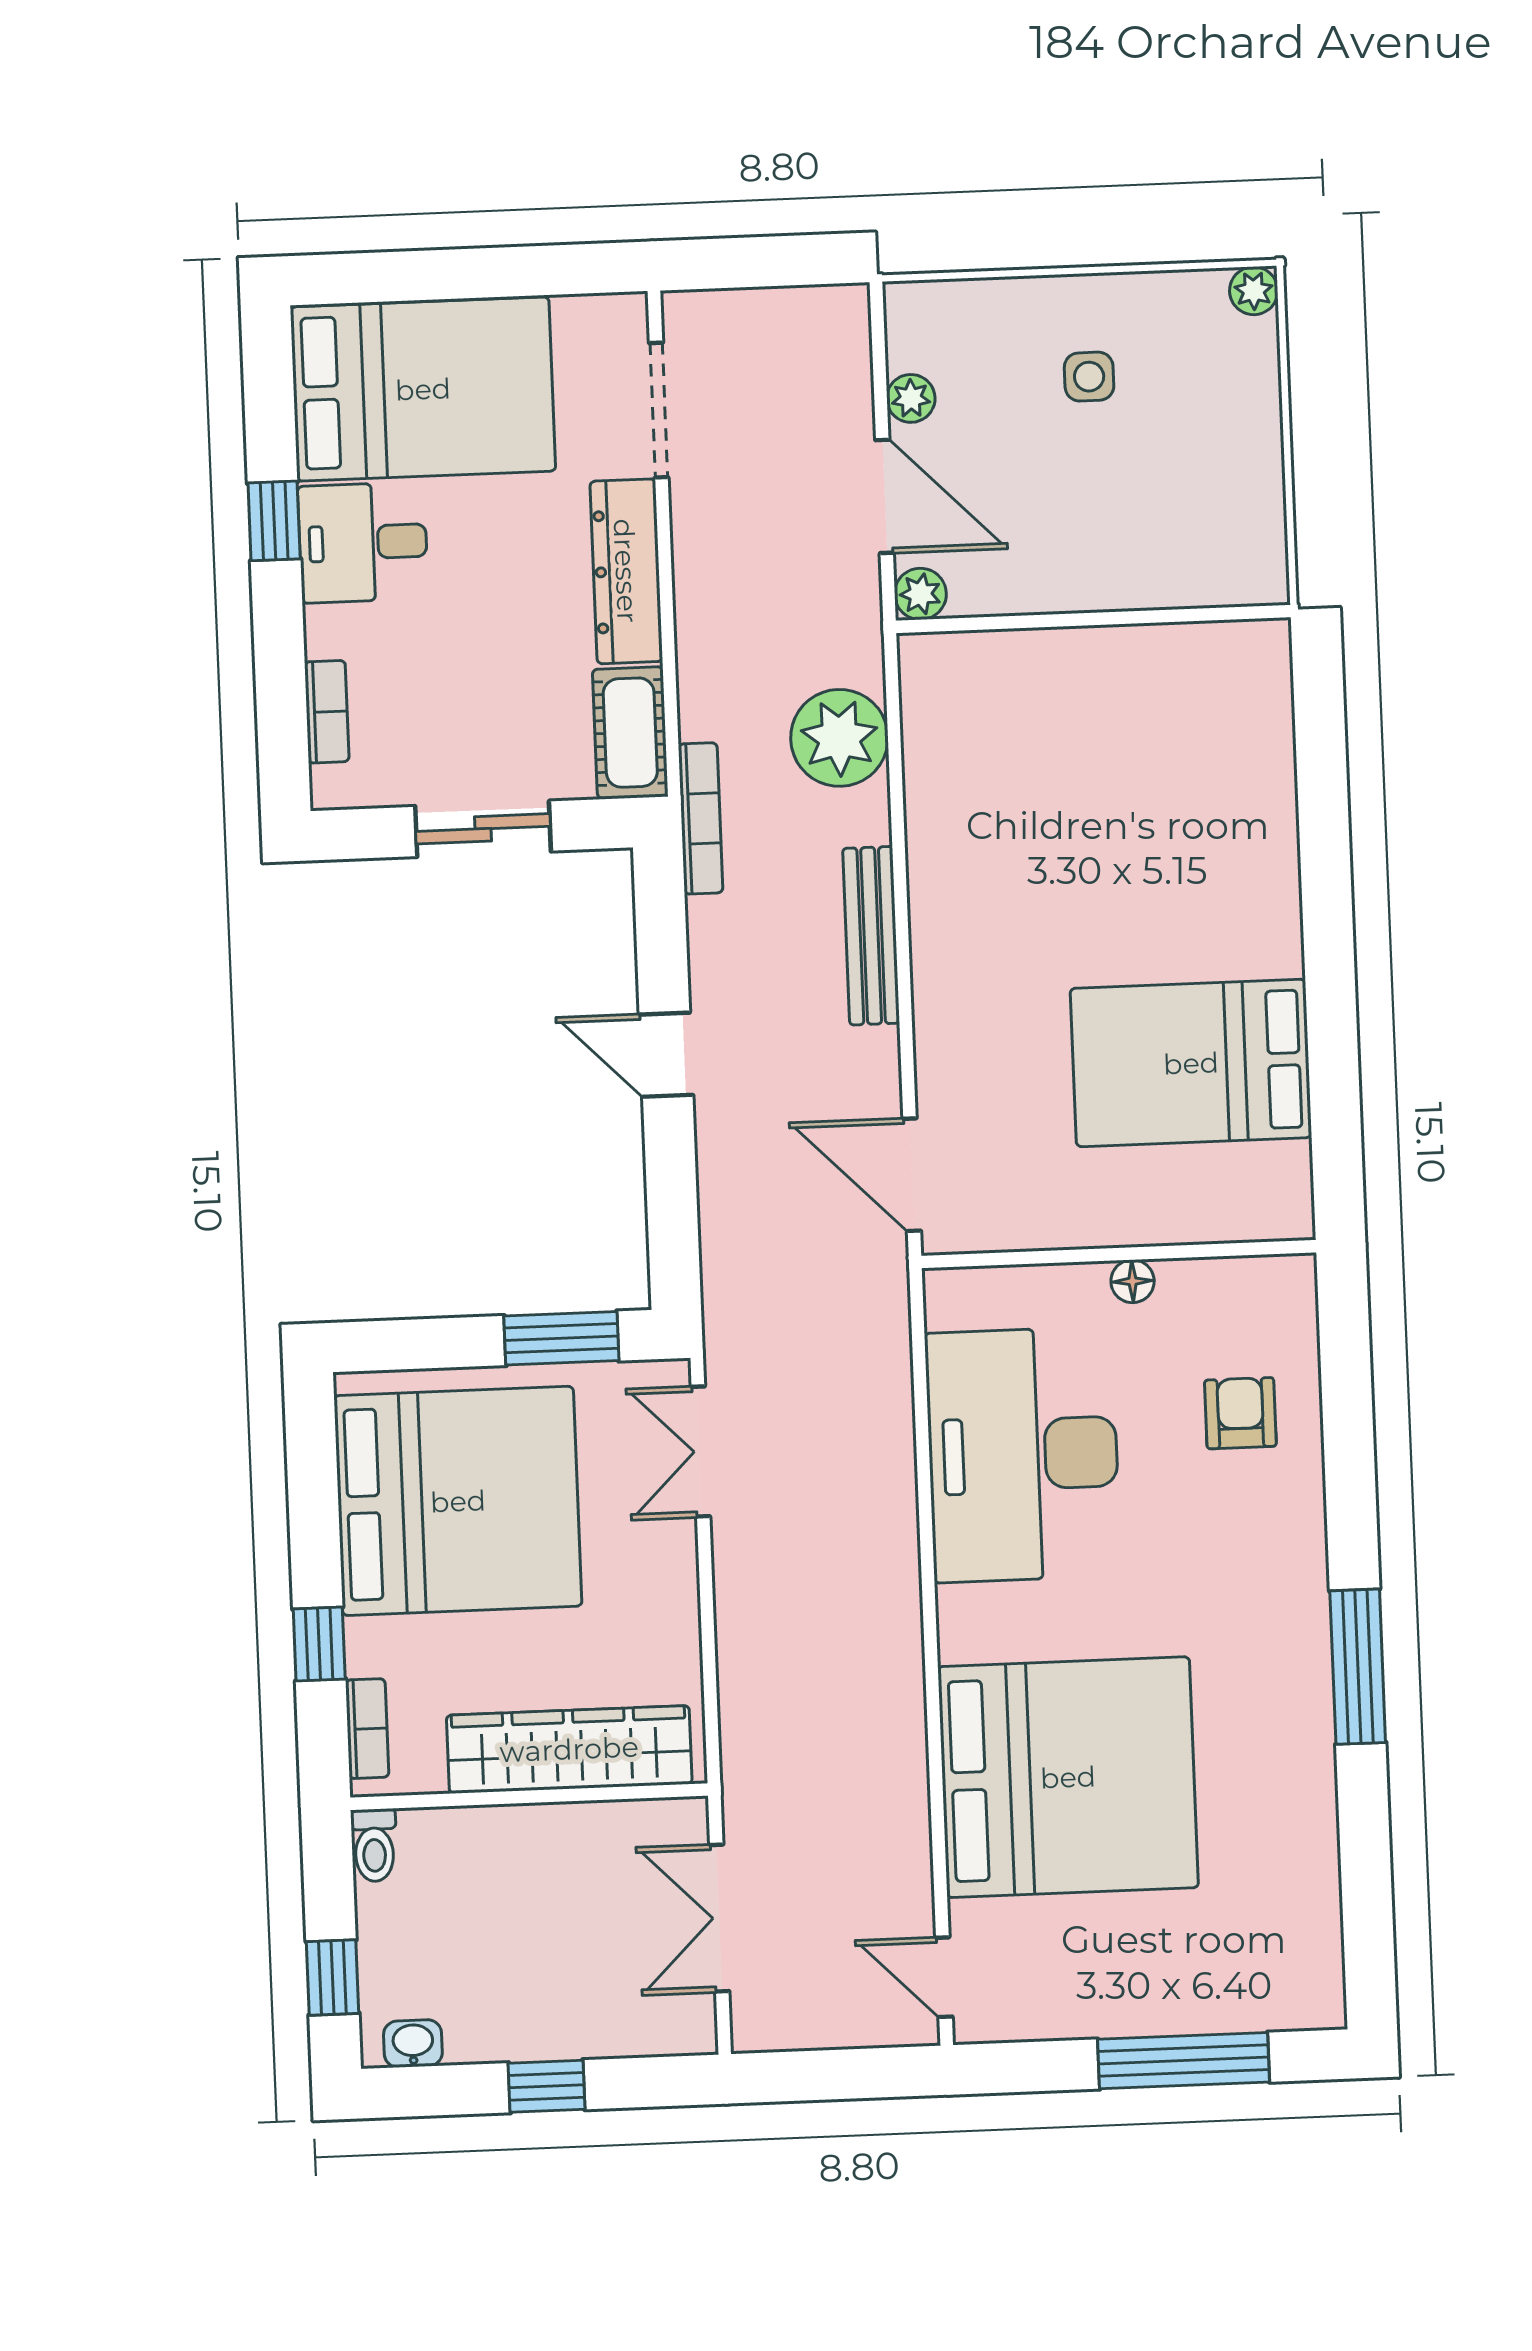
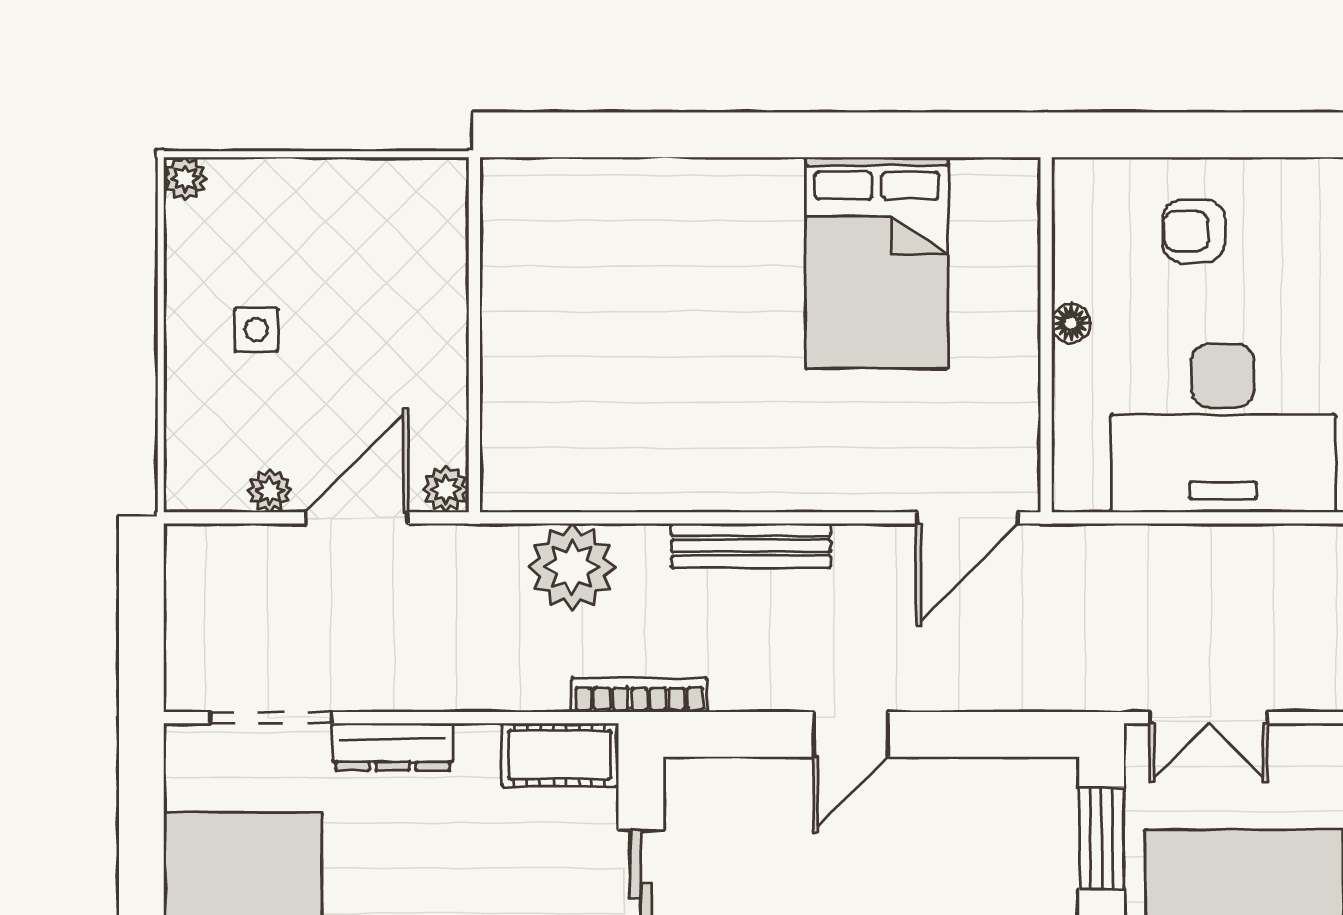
dresser: (626, 571) -> (393, 747), width x0.73, depth x0.80

